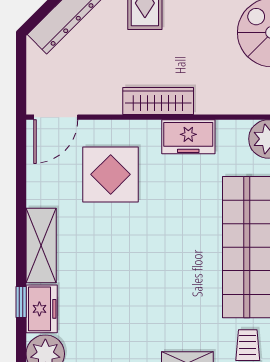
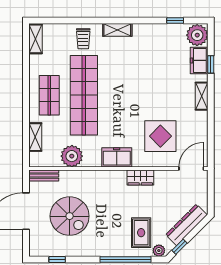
wardrobe: (158, 101) -> (140, 178), width x0.67
shelving: (41, 246) -> (202, 96), width x0.67, depth x0.75

